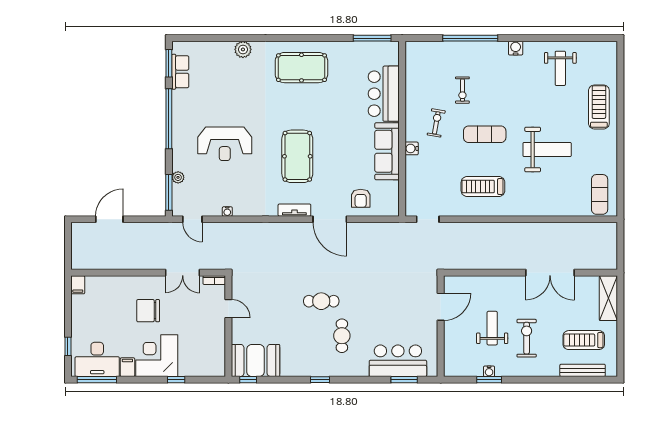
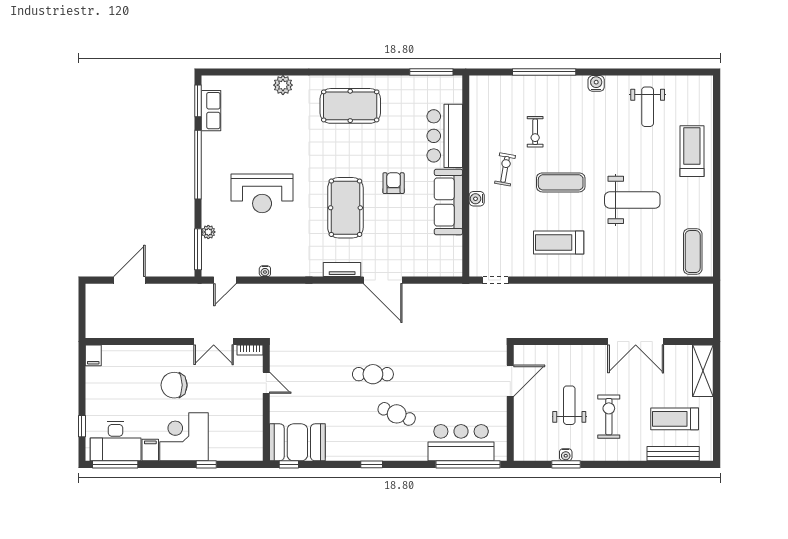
armchair: (361, 198) -> (394, 183), moved, turned 180
door: (192, 219) -> (225, 280), hinge flipped
cafe table: (342, 336) -> (397, 414), turned -68
window: (404, 380) -> (468, 464), width x2.11

